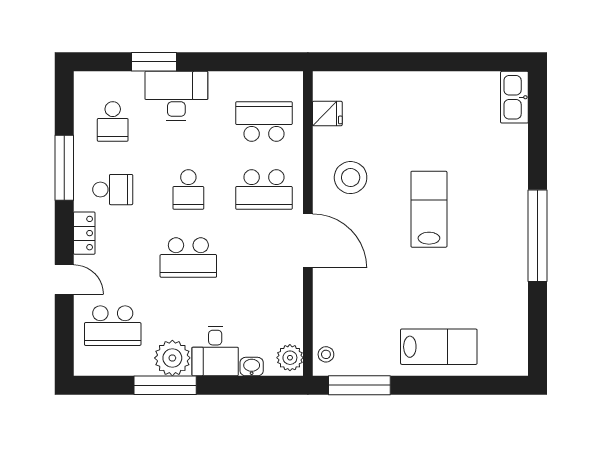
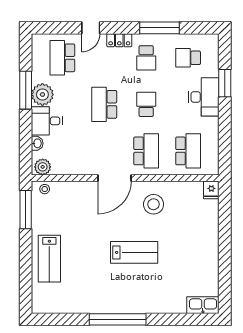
fridge: (327, 113) -> (211, 190), moved
school desk: (188, 190) -> (146, 104), turned 90
school desk: (264, 190) -> (146, 151), turned 180

